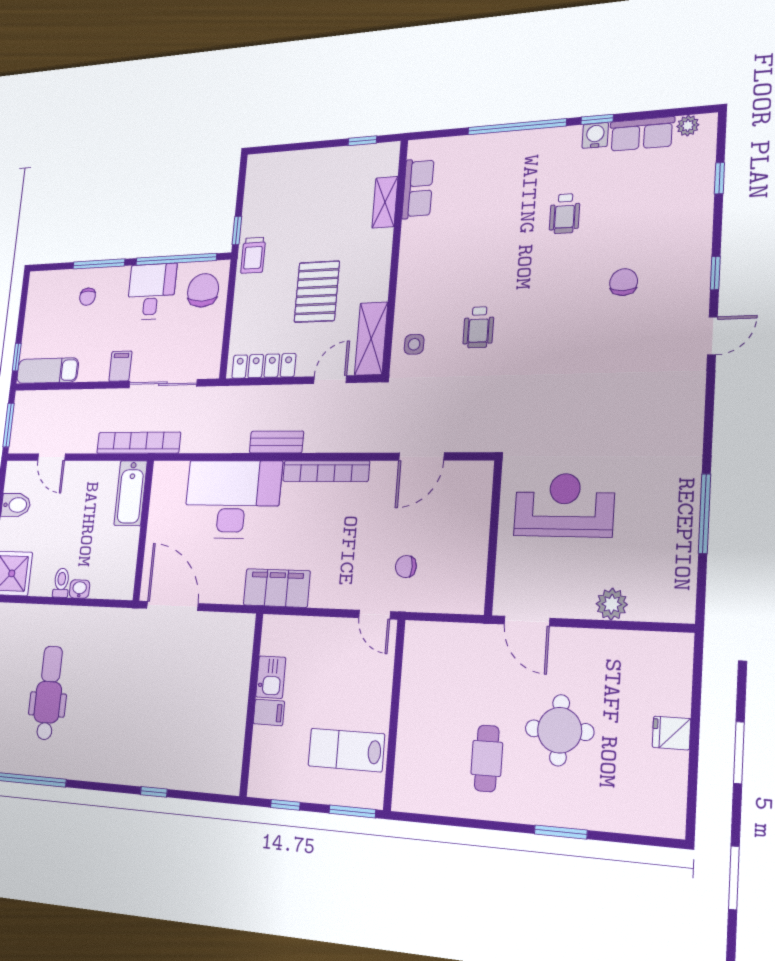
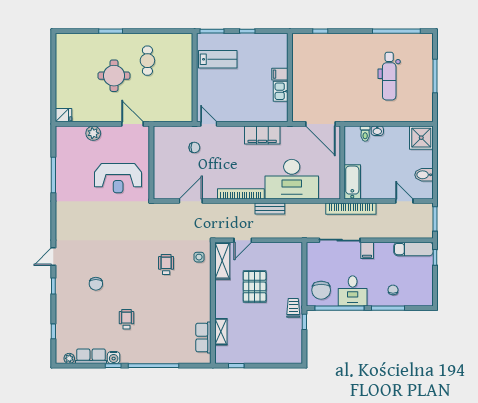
locker: (264, 366) -> (281, 248), removed
toilet: (61, 583) -> (365, 134), moved
kitchen sink: (271, 677) -> (281, 91), moved
wall: (251, 704) -> (290, 78), moved
filing cabinet: (269, 713) -> (280, 74), moved
fridge: (671, 733) -> (64, 115), moved

